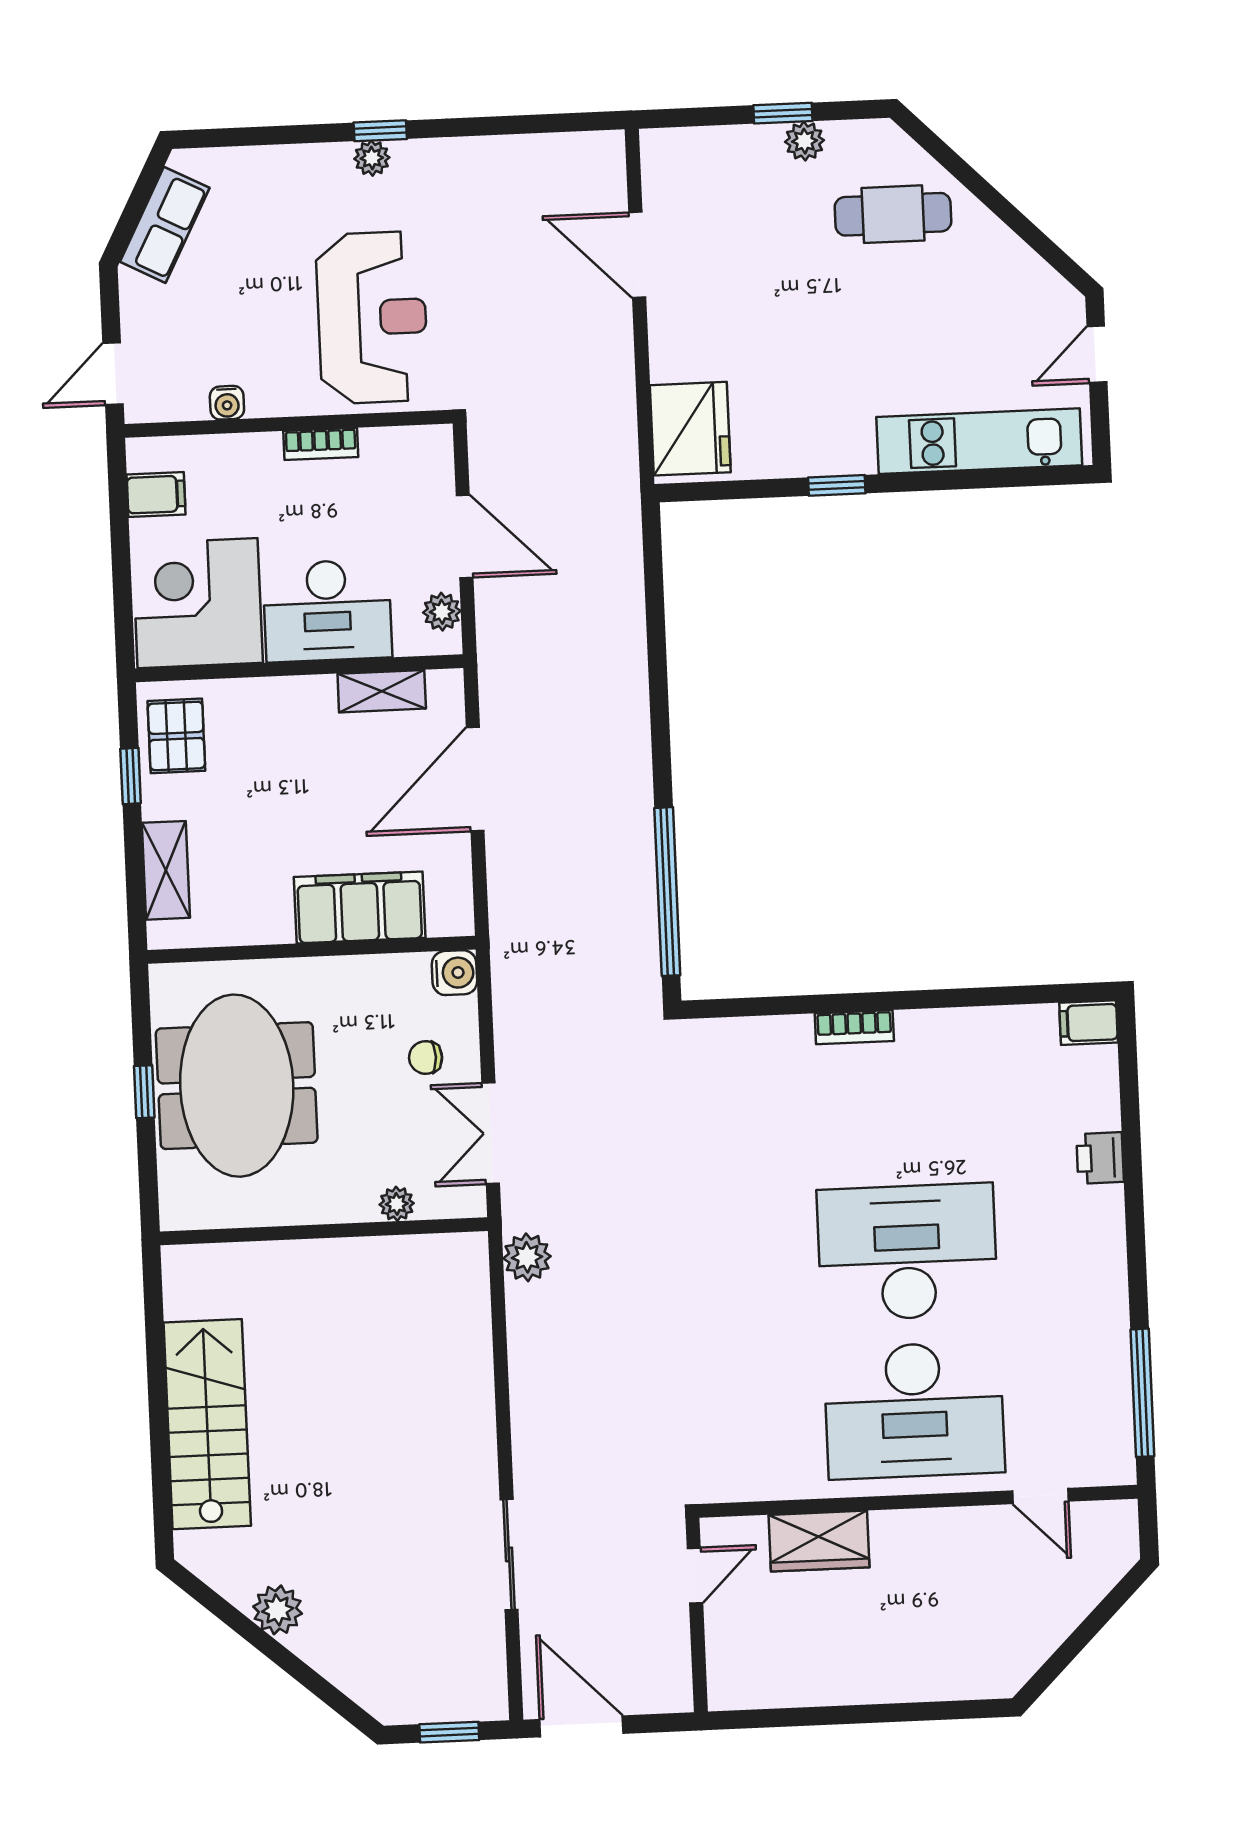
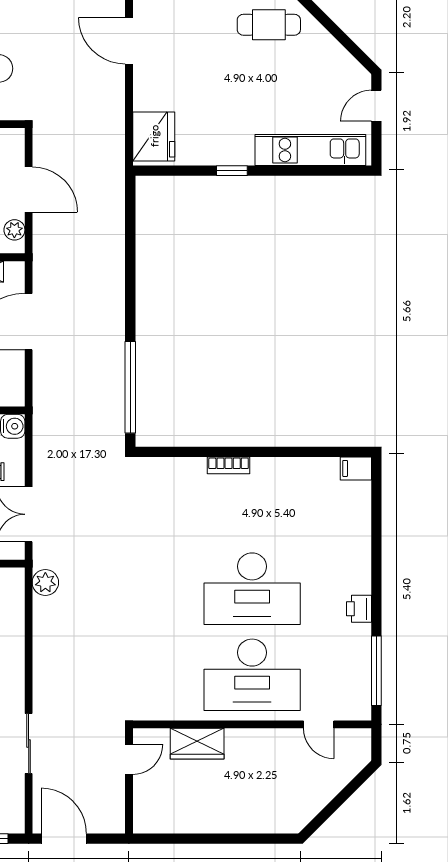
printer: (1100, 1158) -> (359, 609), moved
desk: (907, 1252) -> (252, 589), turned 180

